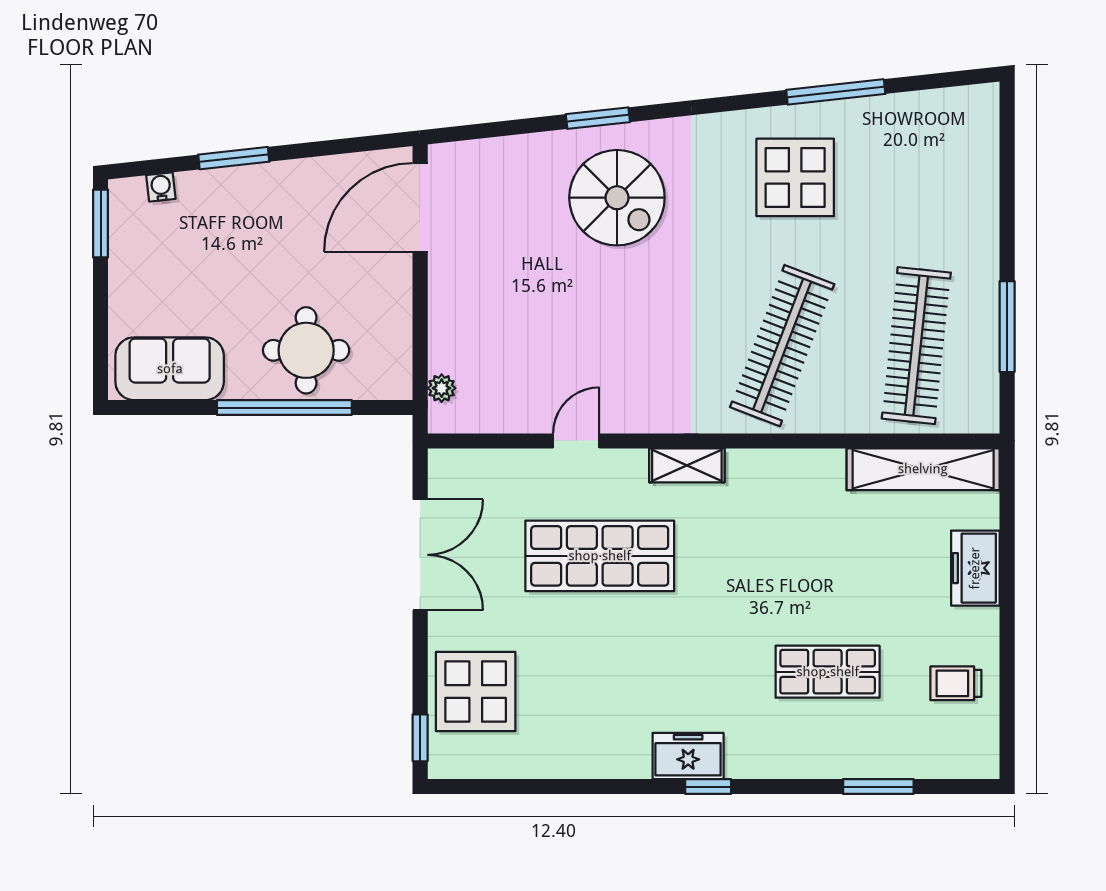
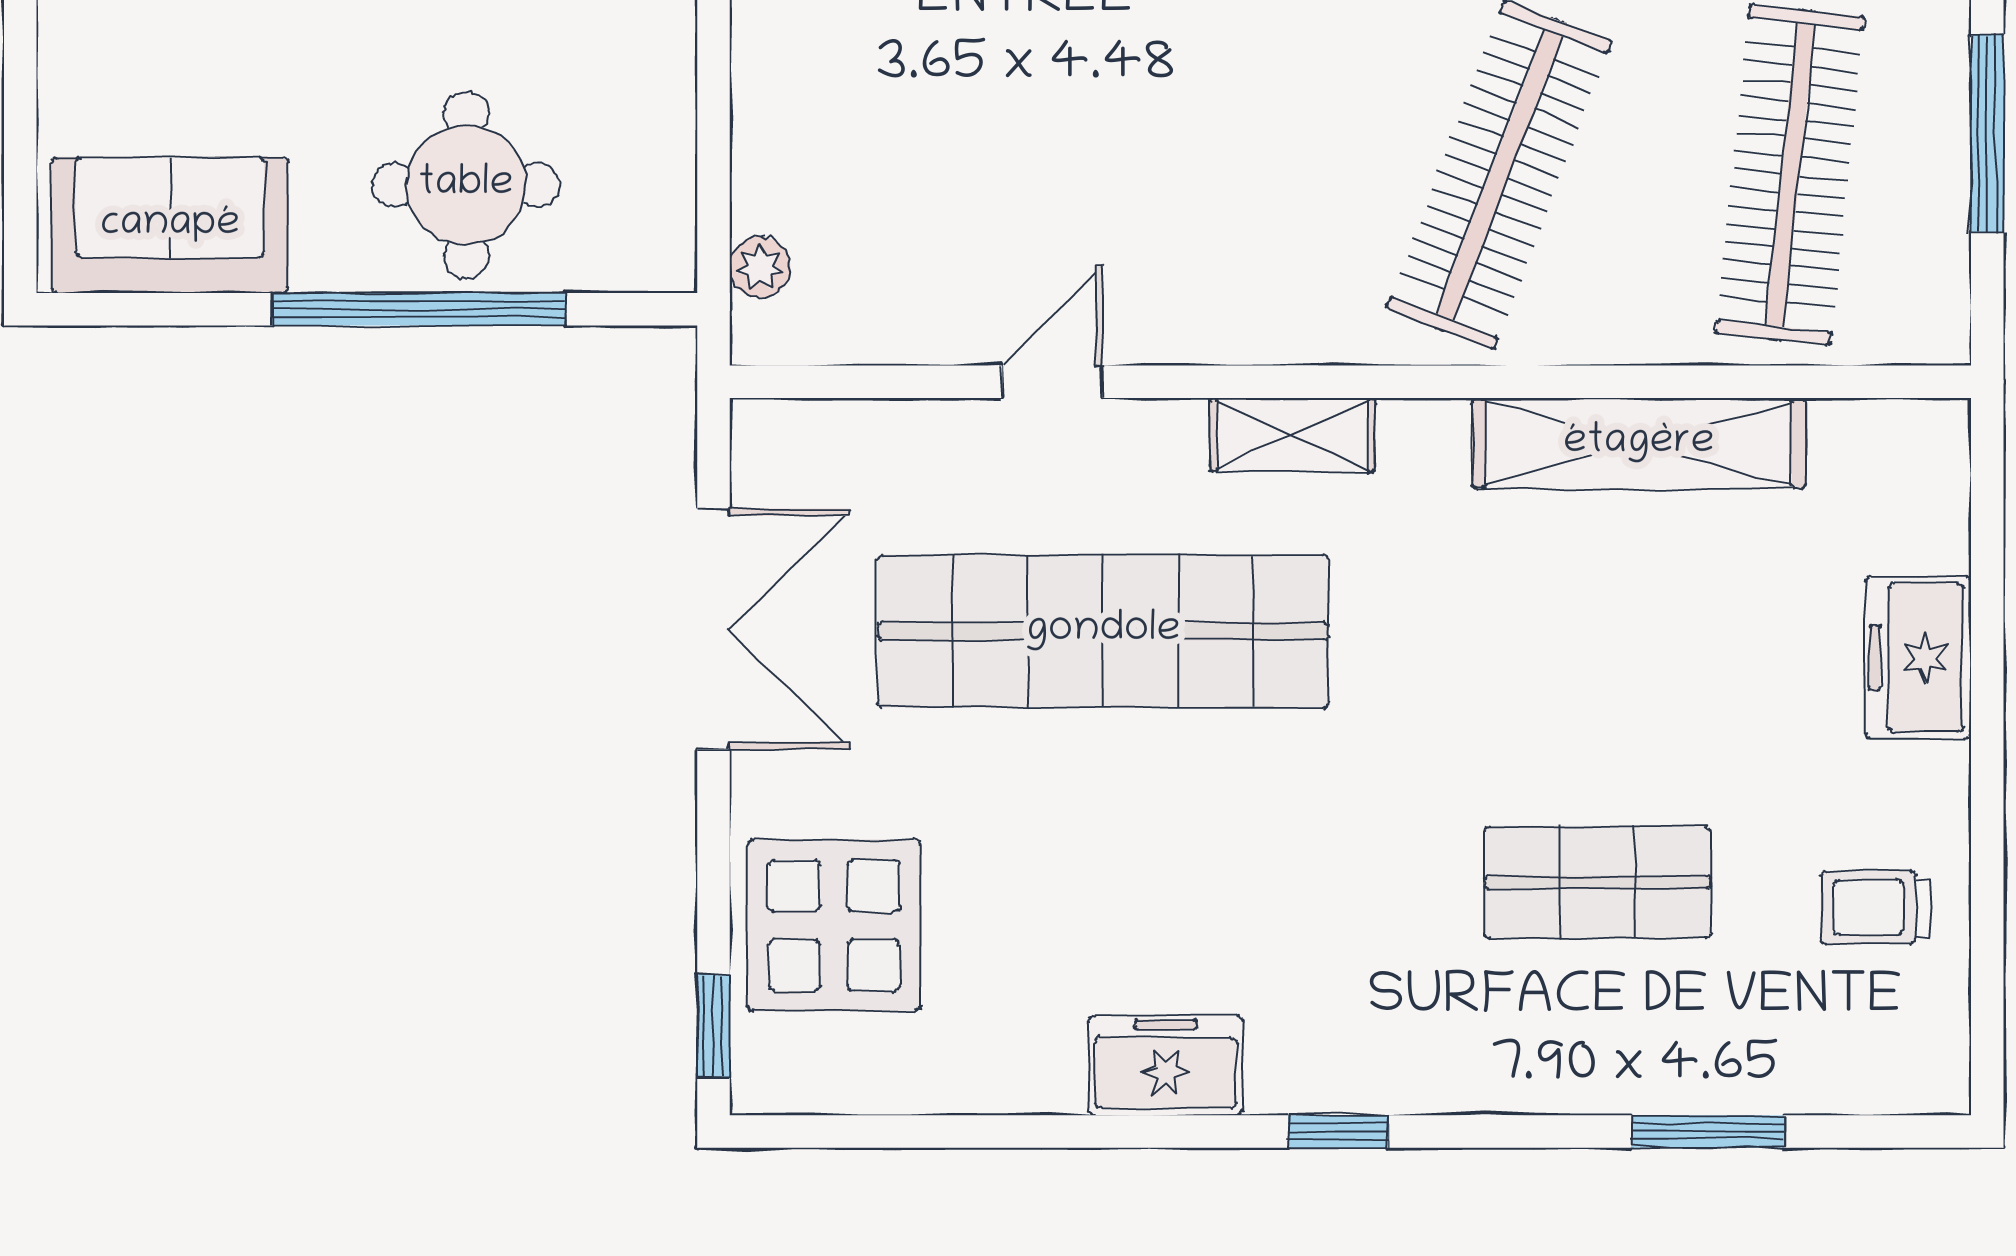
shelving: (923, 469) -> (1639, 443), moved
shop shelf: (600, 556) -> (1103, 631), width x1.40
freezer: (688, 756) -> (1166, 1065), moved

